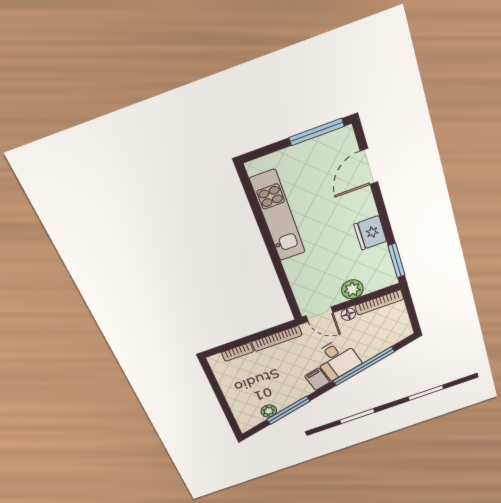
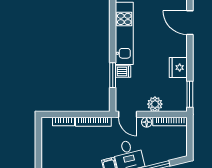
door: (369, 167) -> (190, 23), hinge flipped
dishwasher: (294, 265) -> (123, 71), added
window: (282, 275) -> (113, 75), added

